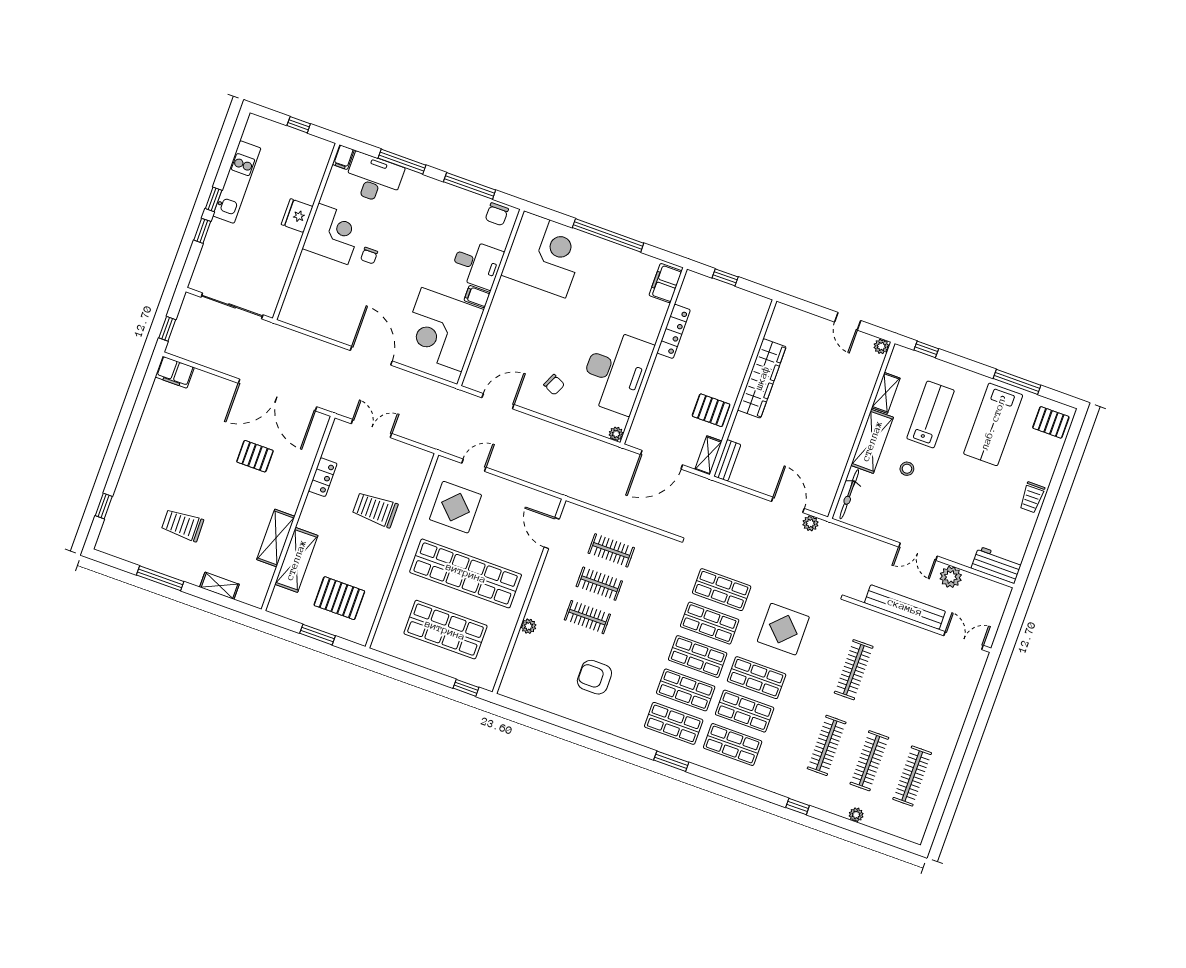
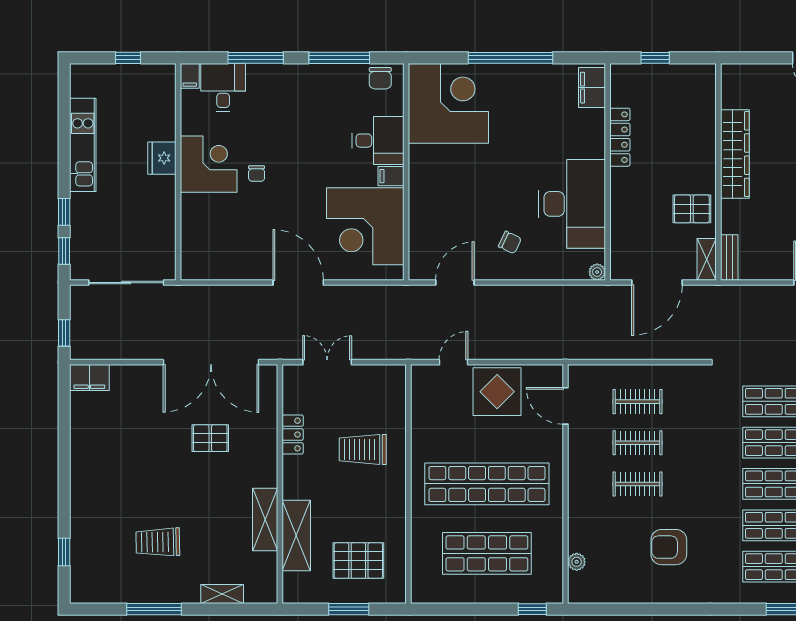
desk: (374, 179) -> (223, 87), width x0.73
window: (214, 199) -> (64, 251), moved
display table: (455, 507) -> (497, 392), moved
plant: (529, 626) -> (577, 562), moved

